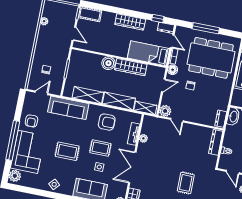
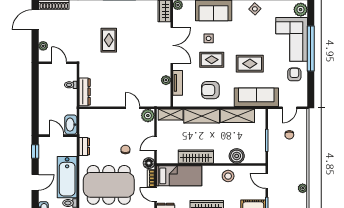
stool: (106, 45) -> (228, 176), added
boiler: (108, 63) -> (237, 156), moved
dresser: (221, 119) -> (84, 147), moved
rug: (67, 151) -> (250, 64), moved

